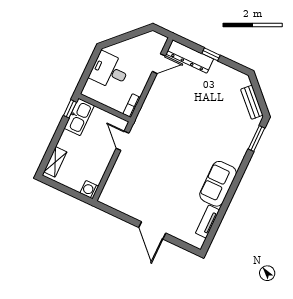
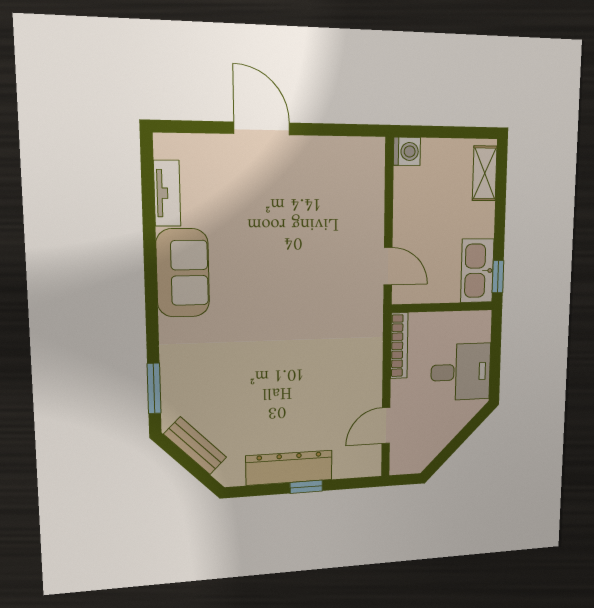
dresser: (190, 56) -> (289, 468), moved
bookcase: (132, 106) -> (399, 346), width x1.56

